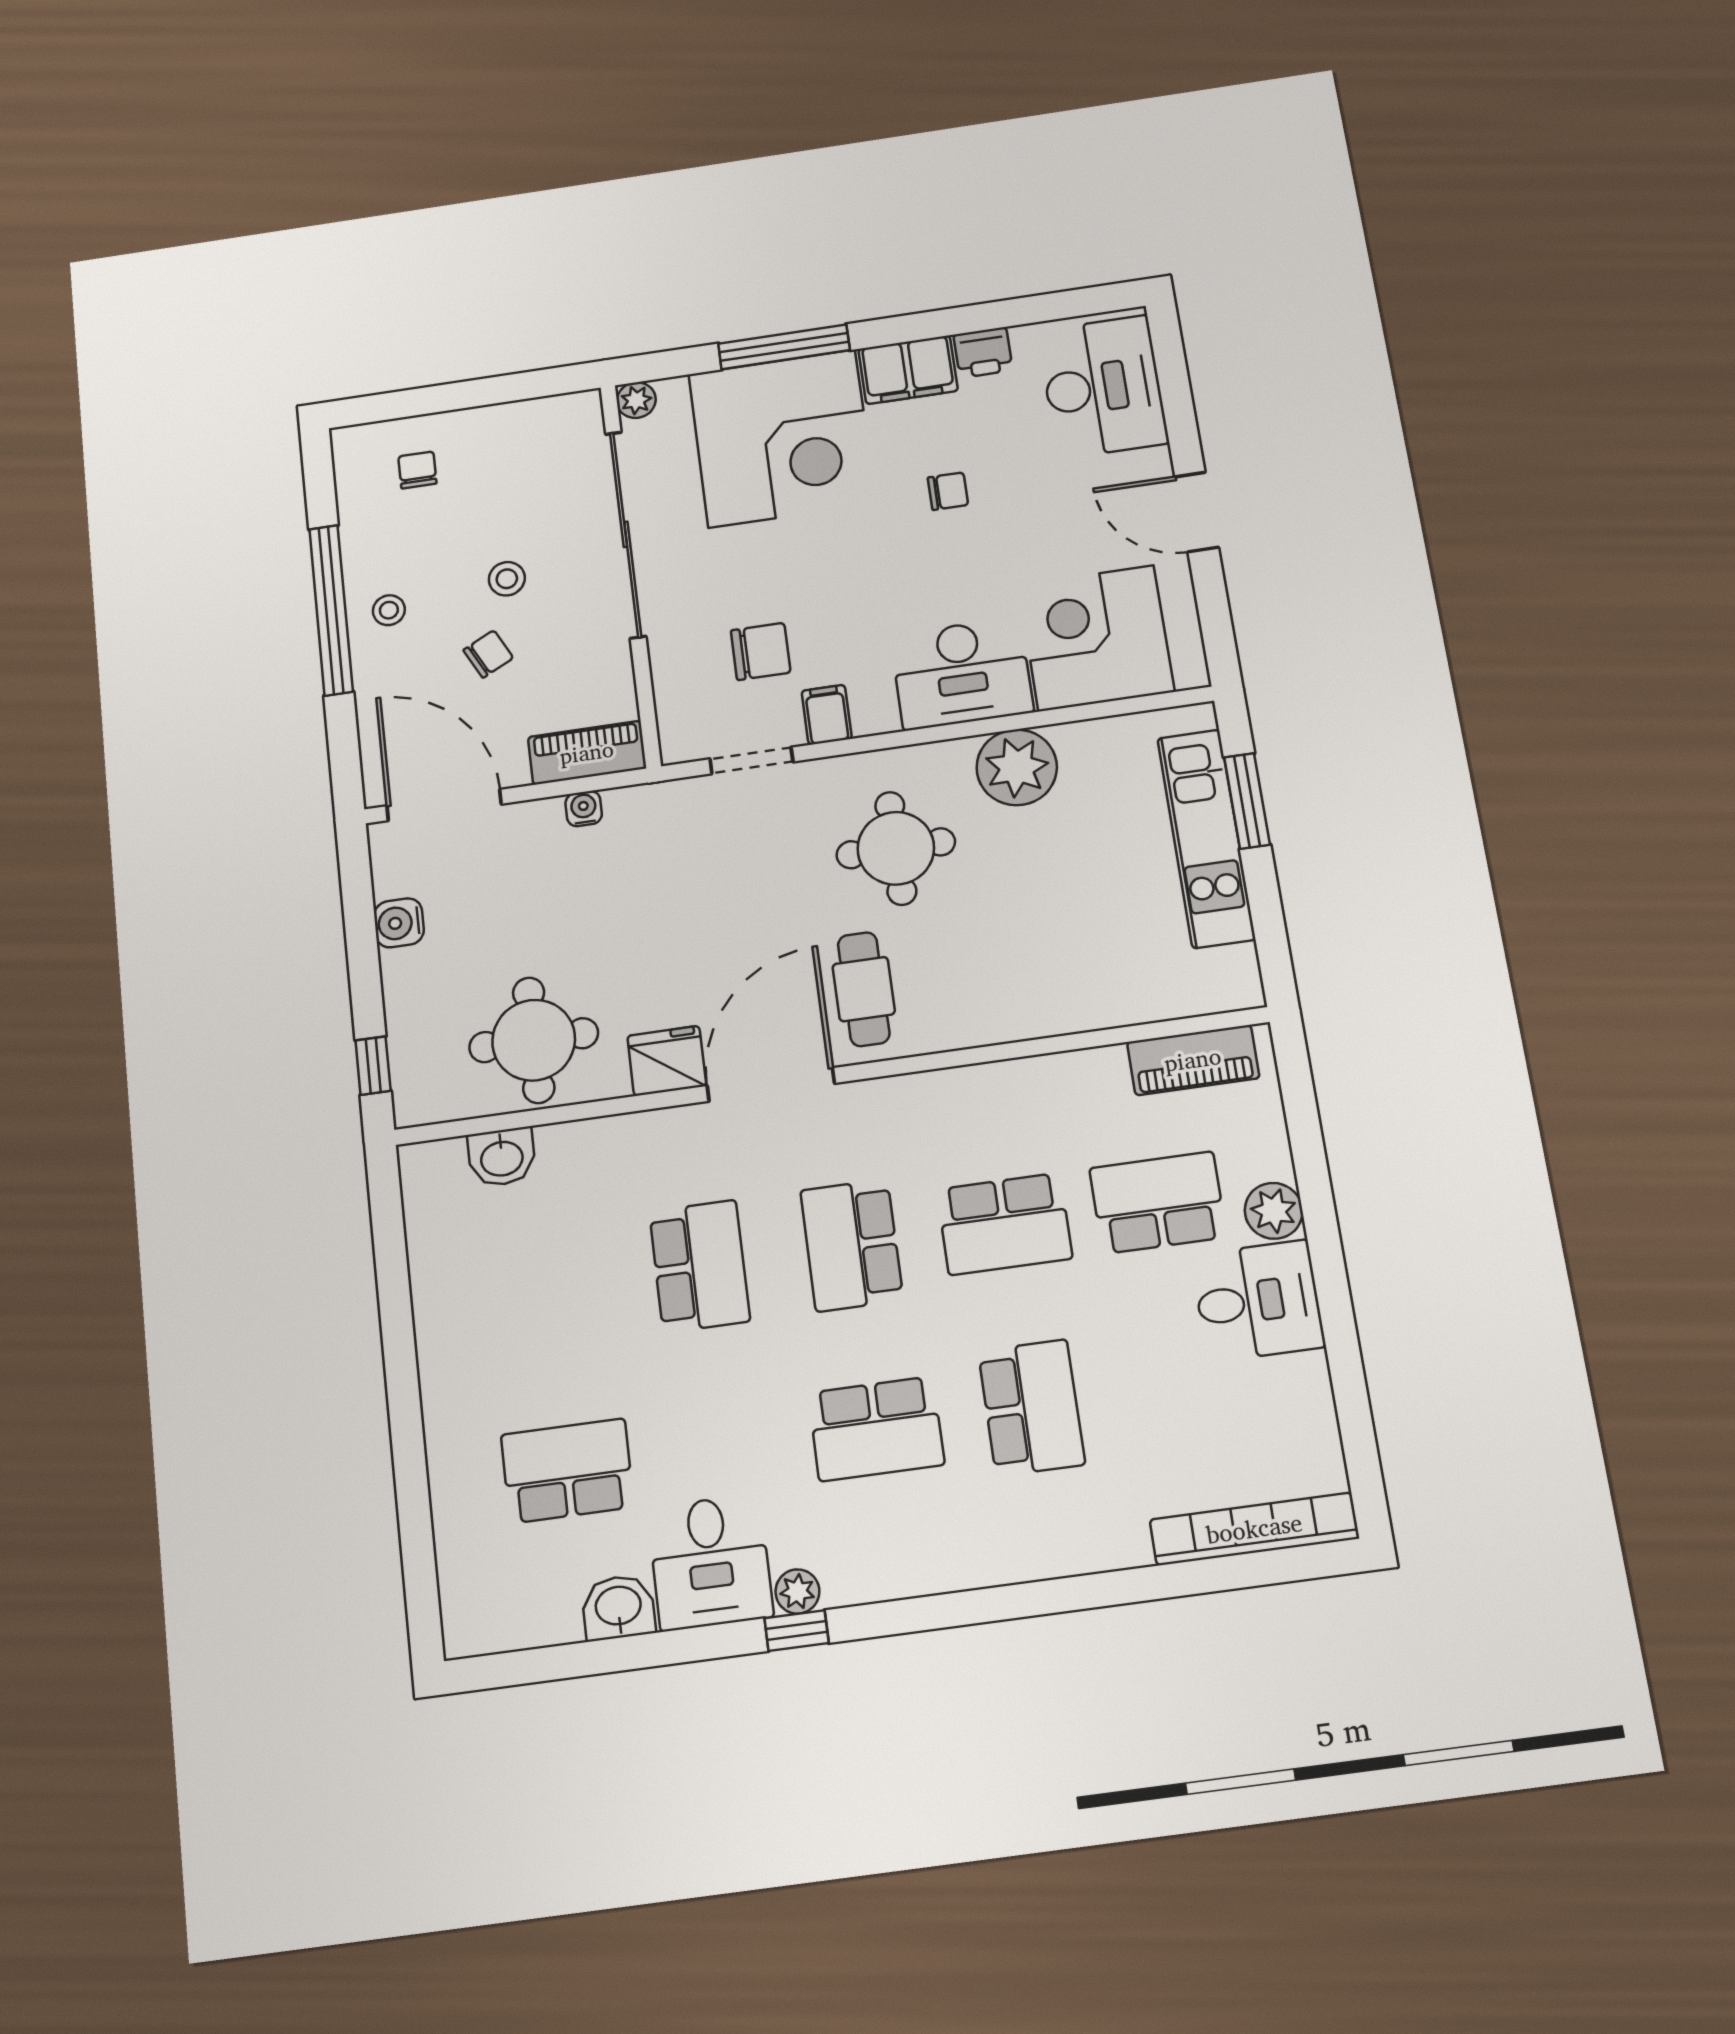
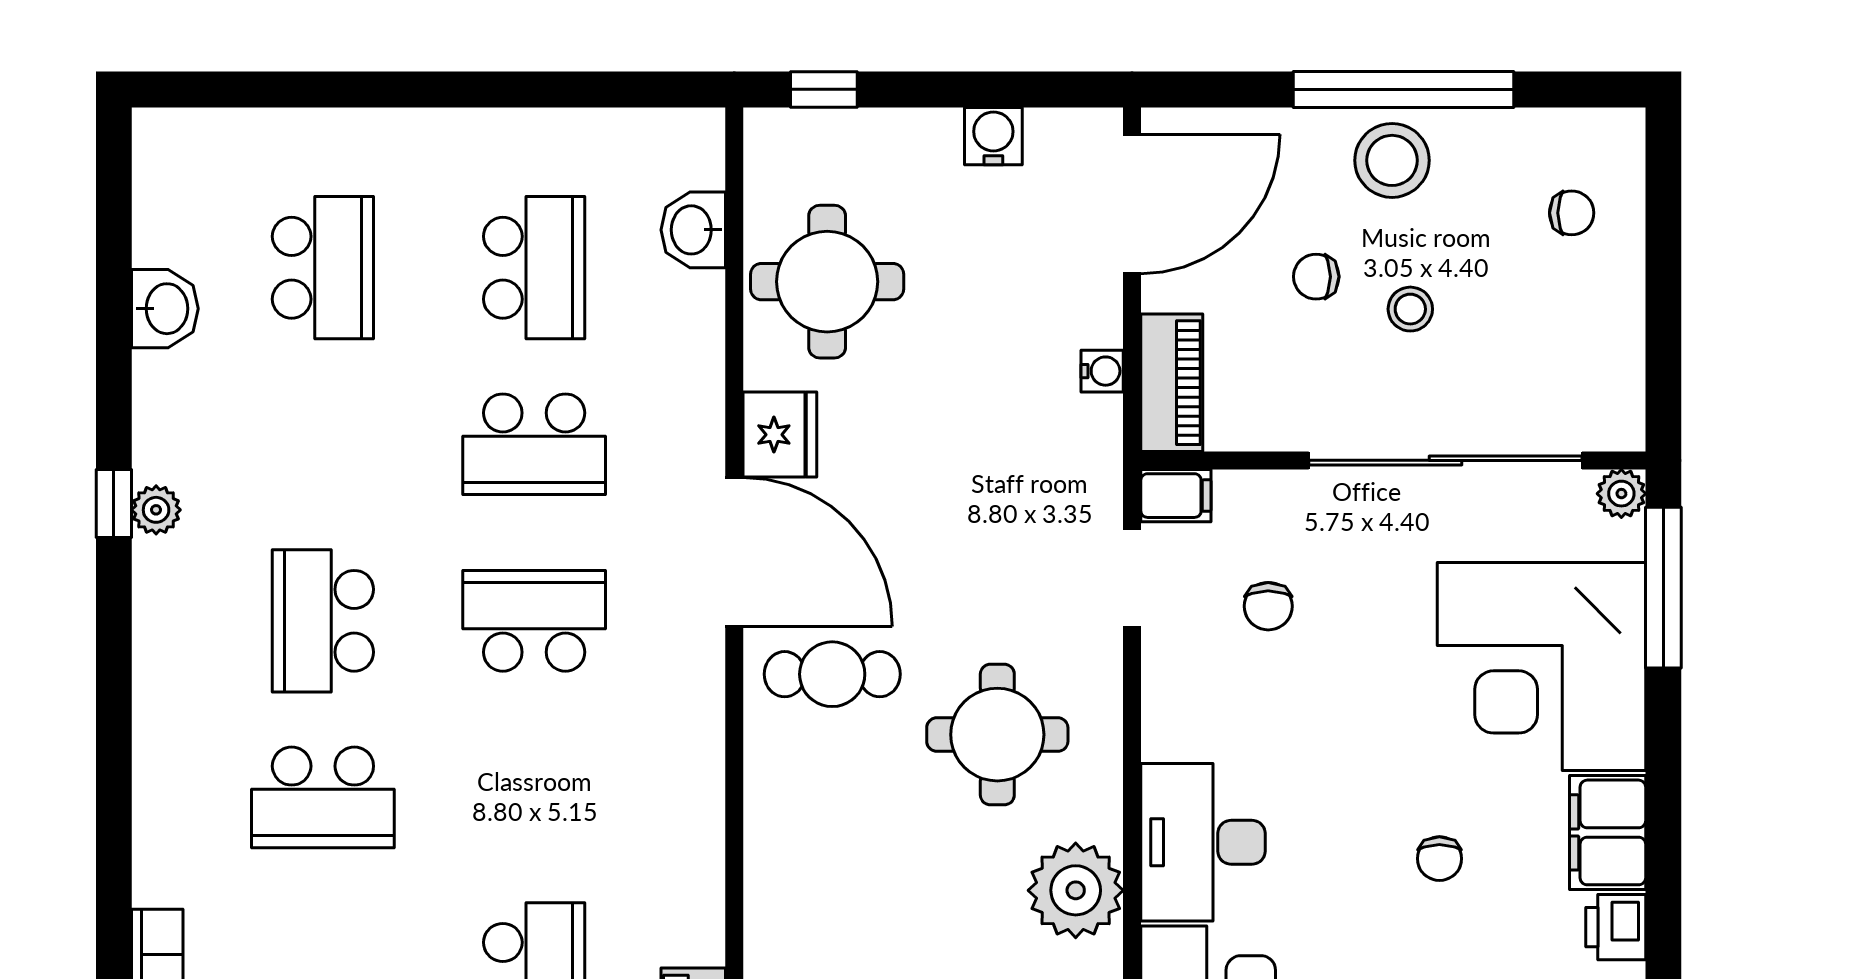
window: (784, 347) -> (1663, 588), moved
stool: (389, 610) -> (1392, 160), width x1.89, depth x1.89
chair: (761, 651) -> (1268, 606), width x0.73, depth x0.73
chair: (488, 654) -> (1316, 277), turned 117
filing cabinet: (827, 715) -> (1176, 496), moved
school desk: (1005, 1224) -> (534, 268), moved, turned 180
desk: (710, 1562) -> (201, 417), removed

